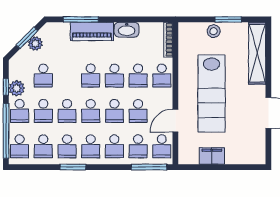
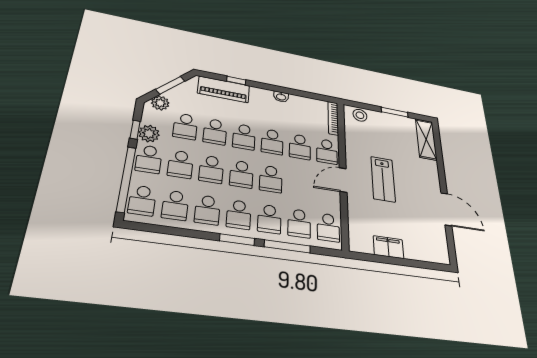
window: (81, 19) -> (236, 81), width x0.46
washbasin: (127, 30) -> (281, 97), width x0.52, depth x0.69
piano: (92, 31) -> (224, 89), moved
stool: (214, 31) -> (360, 115), moved
plant: (35, 44) -> (160, 103), moved
shelving: (257, 53) -> (426, 139), width x0.68
lab bench: (212, 93) -> (383, 179), width x0.54, depth x0.72
school desk: (138, 111) -> (215, 132), moved
door: (175, 121) -> (343, 180), moved
window: (73, 167) -> (237, 240), moved
window: (149, 167) -> (287, 246), moved

